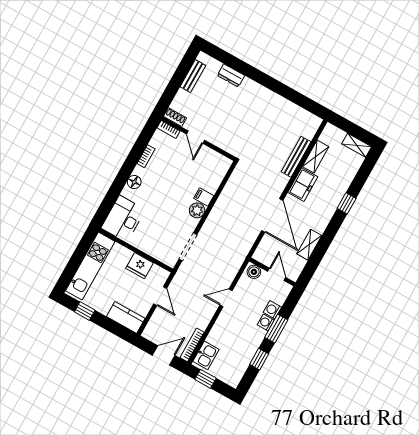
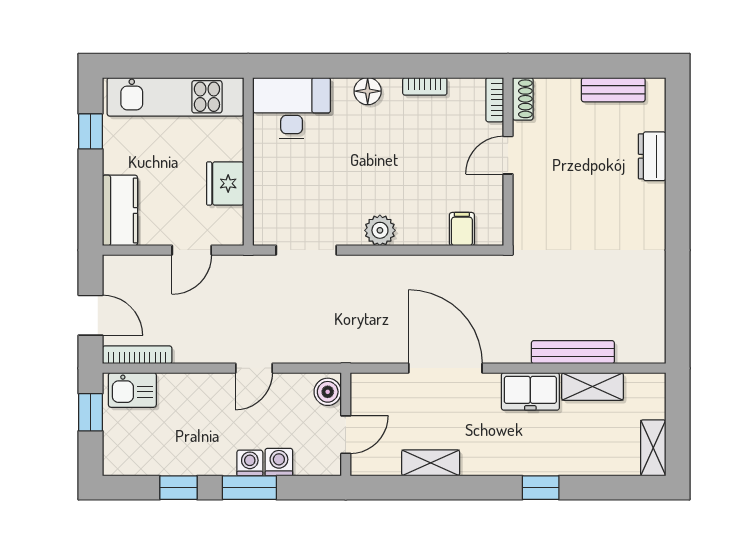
filing cabinet: (204, 197) -> (462, 229), moved
door: (272, 215) -> (445, 368), swing flipped
door: (226, 298) -> (254, 368), swing flipped

